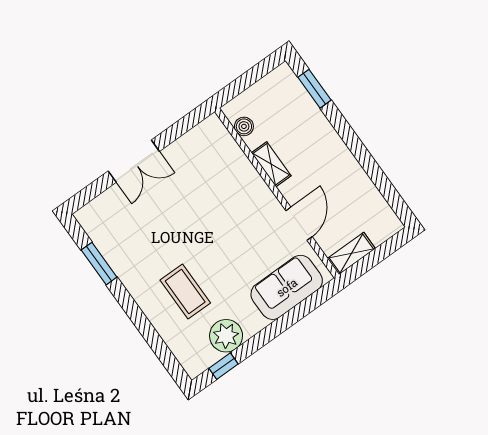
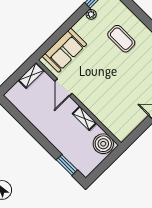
boiler: (244, 126) -> (103, 144), width x1.86, depth x1.86
plant: (226, 336) -> (91, 14), width x0.53, depth x0.53

